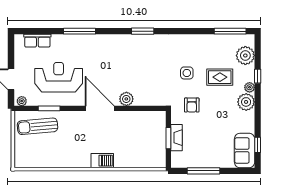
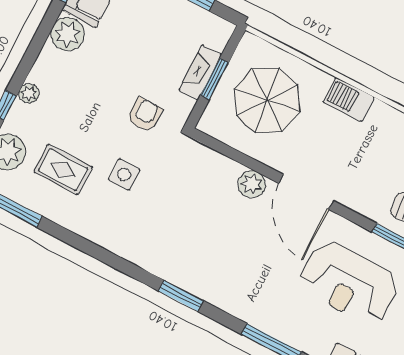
window: (143, 31) -> (181, 296), moved
rug: (220, 77) -> (63, 170), moved
plant: (246, 102) -> (68, 34), moved
parasol: (139, 141) -> (267, 100), added

